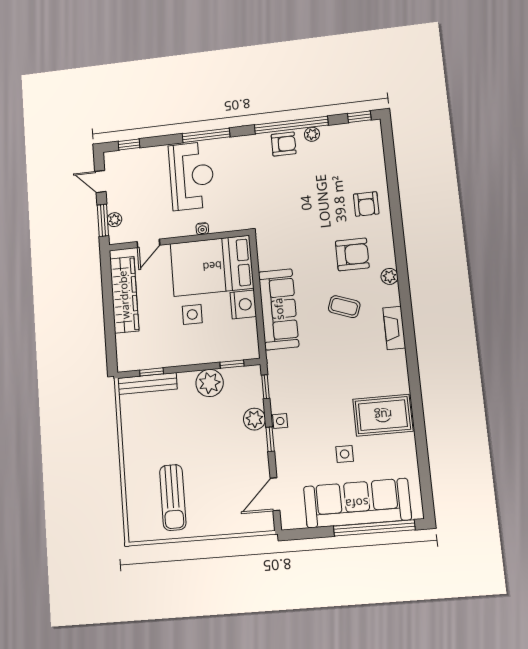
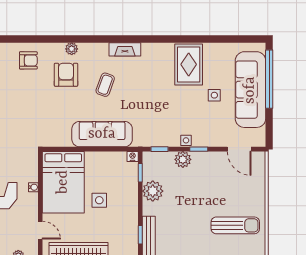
plant: (390, 276) -> (72, 49), moved
nightstand: (243, 305) -> (133, 156), moved, width x0.53, depth x0.56

